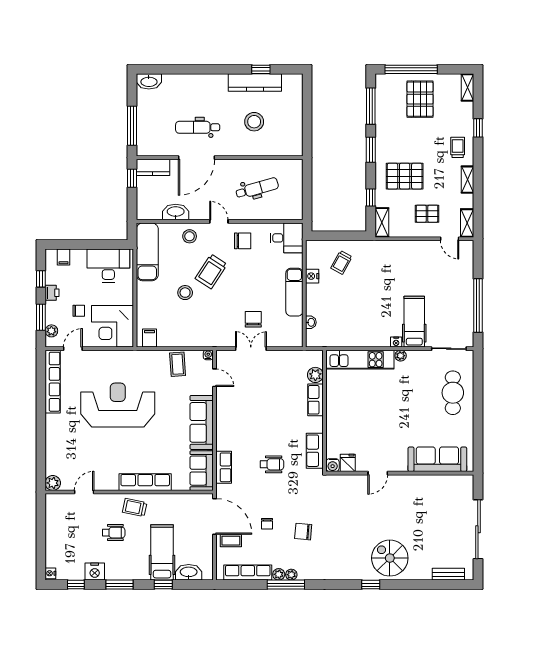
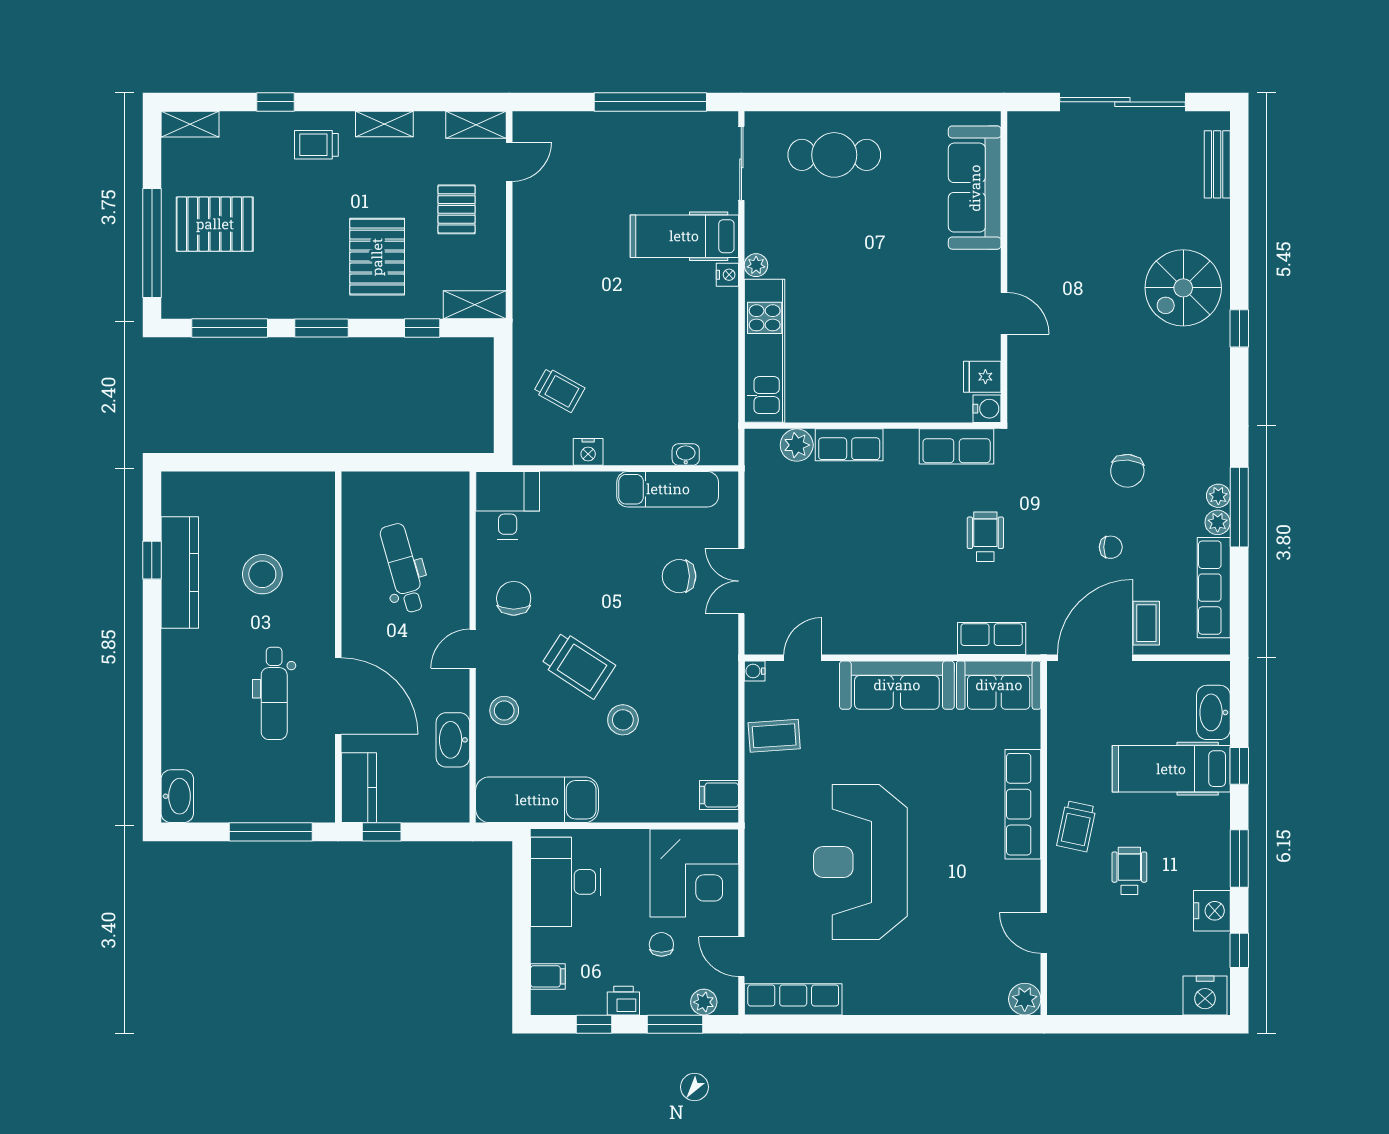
exam couch: (294, 292) -> (668, 489), moved
row of seats: (53, 382) -> (793, 999), width x0.73
nightstand: (50, 573) -> (1205, 995), width x1.89, depth x1.79

